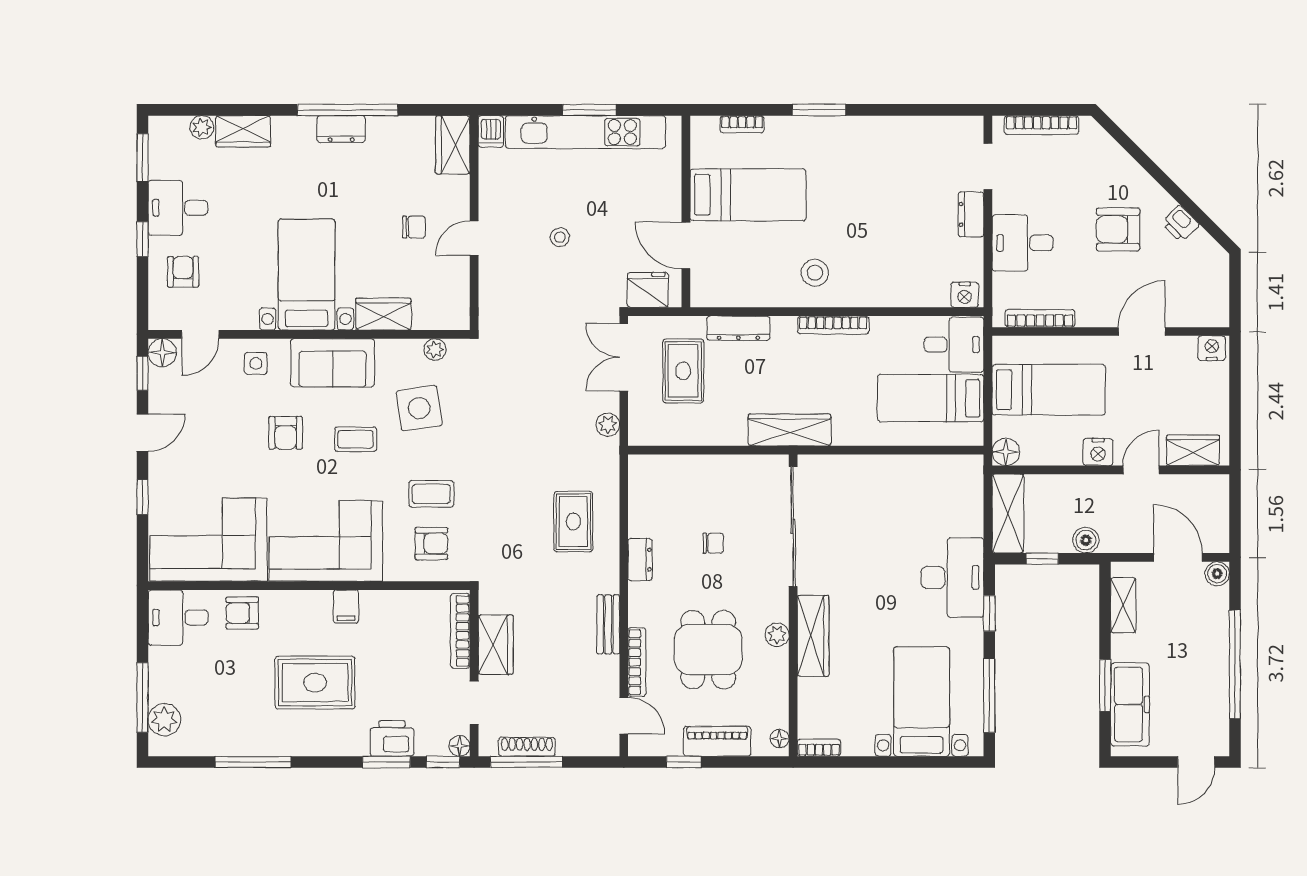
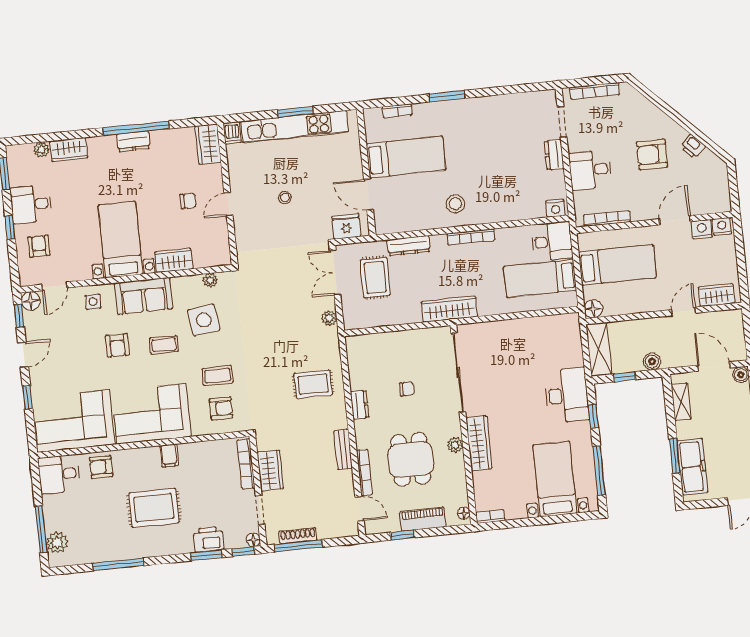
nightstand: (1098, 452) -> (702, 229), moved, turned 180
rug: (573, 522) -> (313, 384), turned 90

